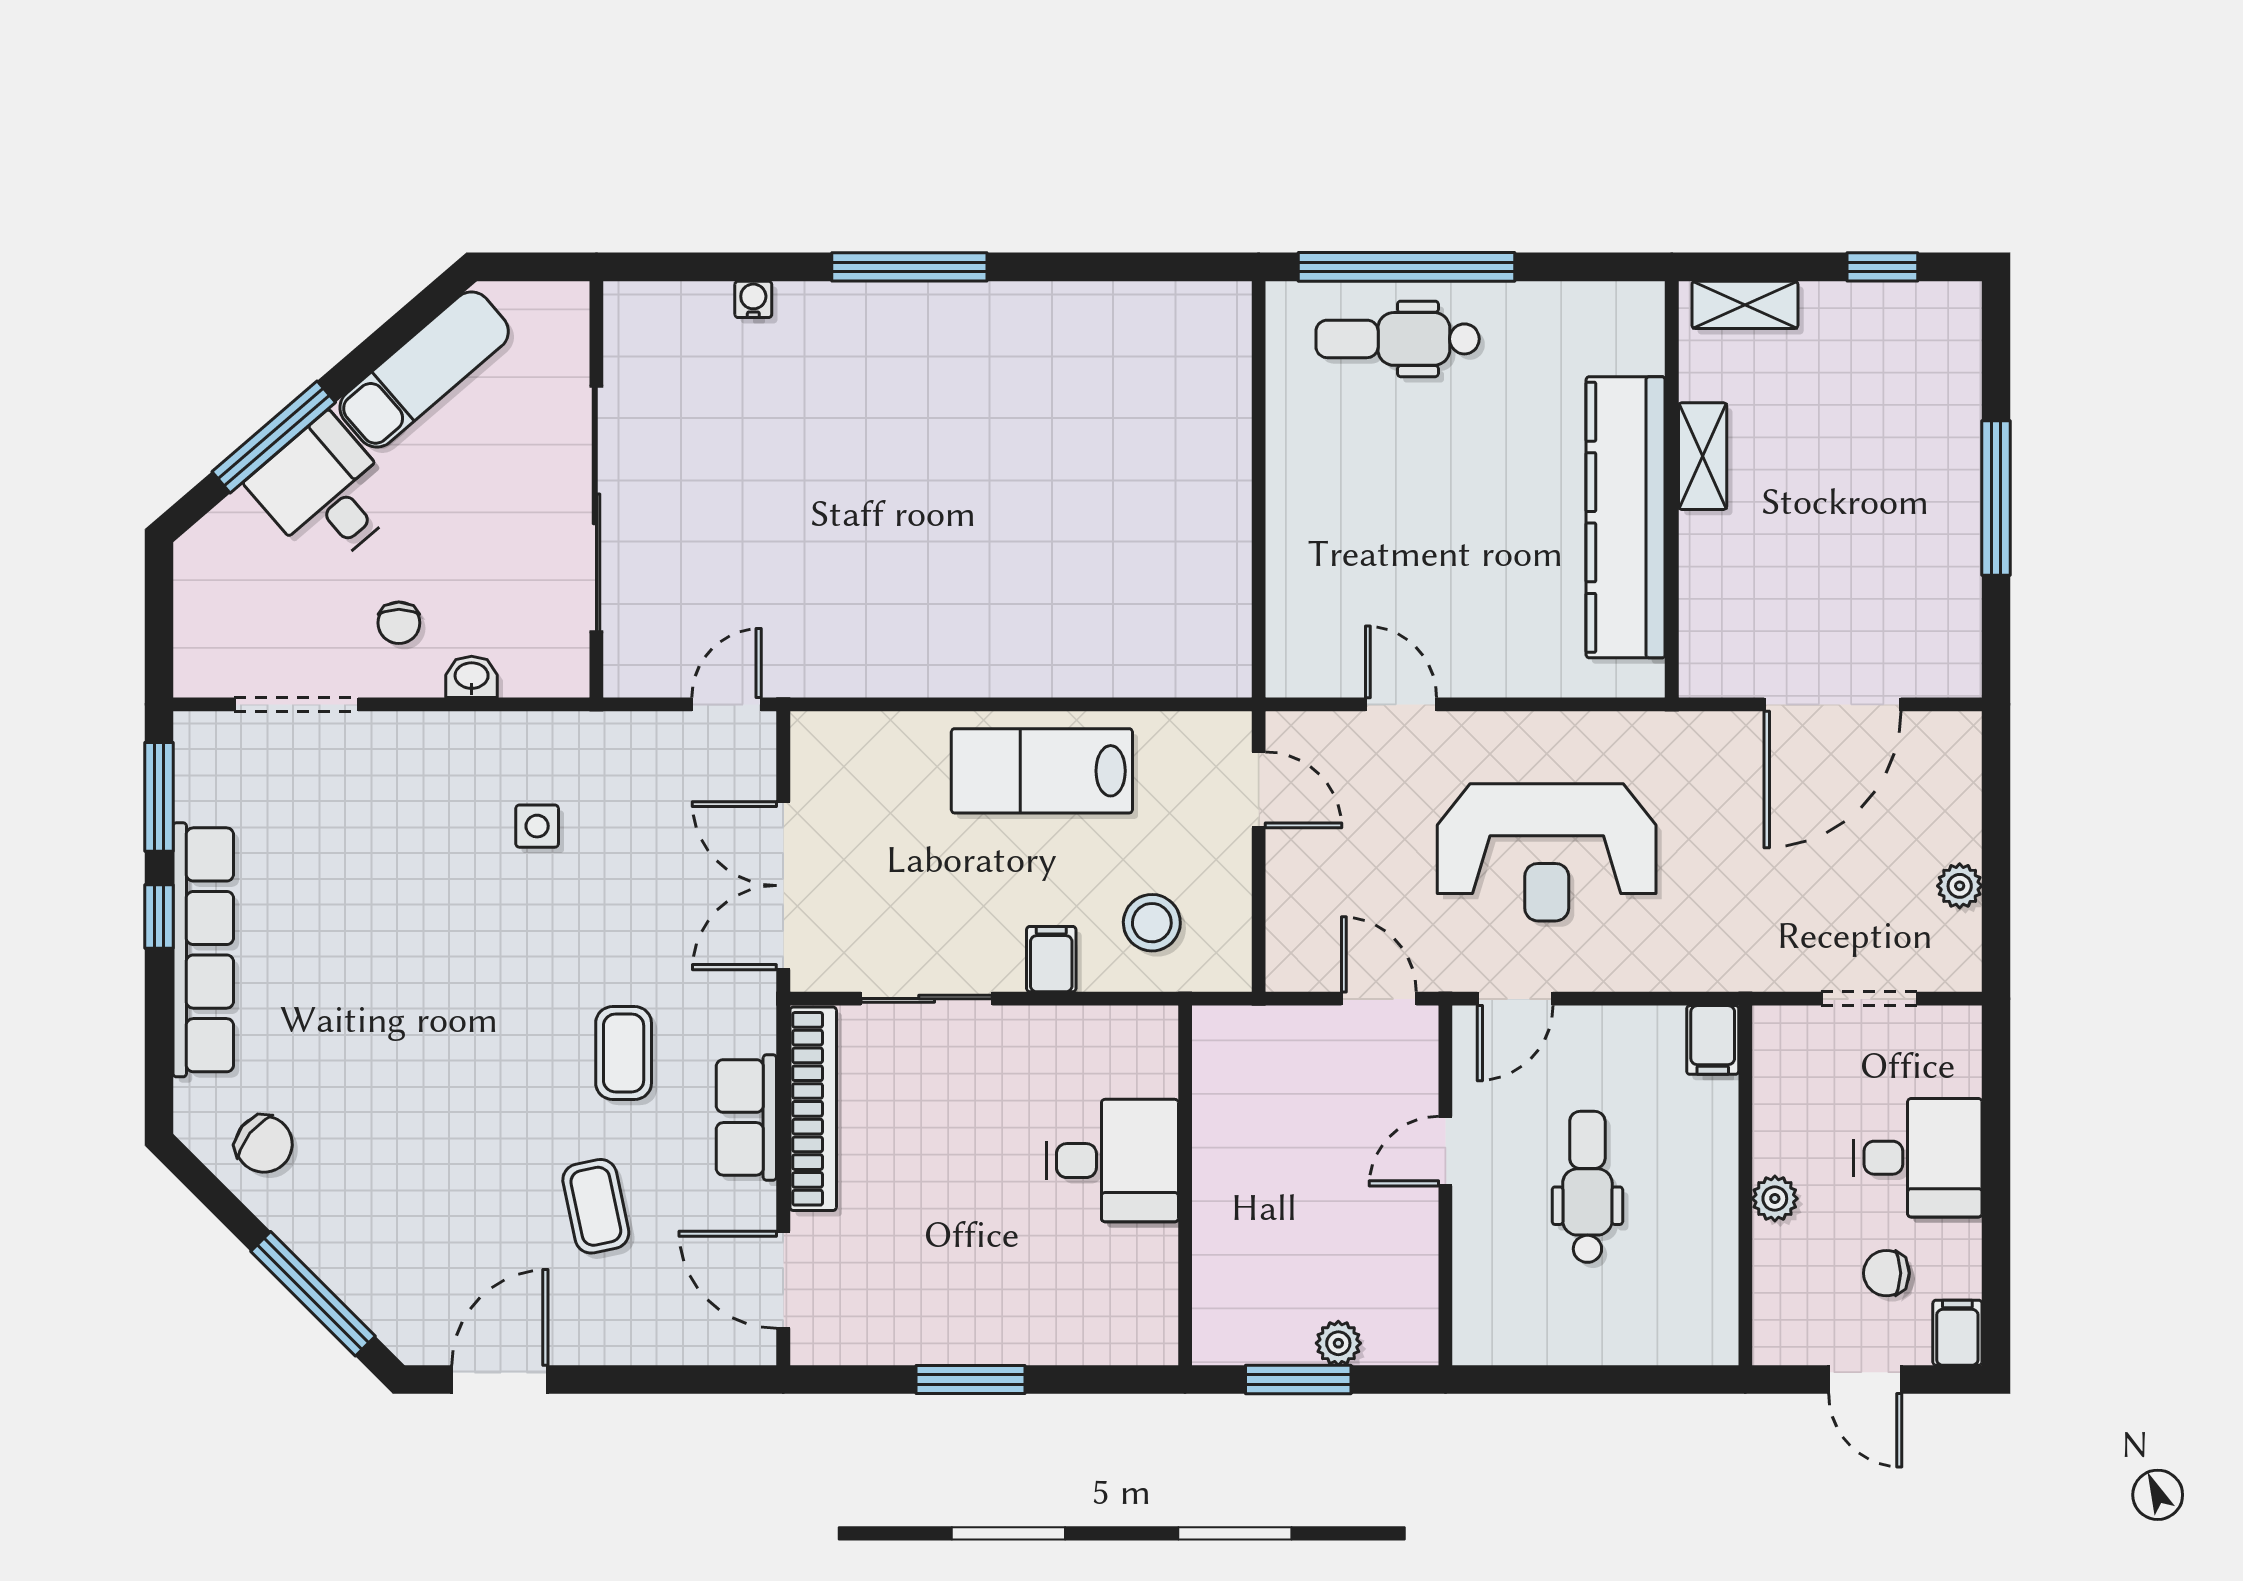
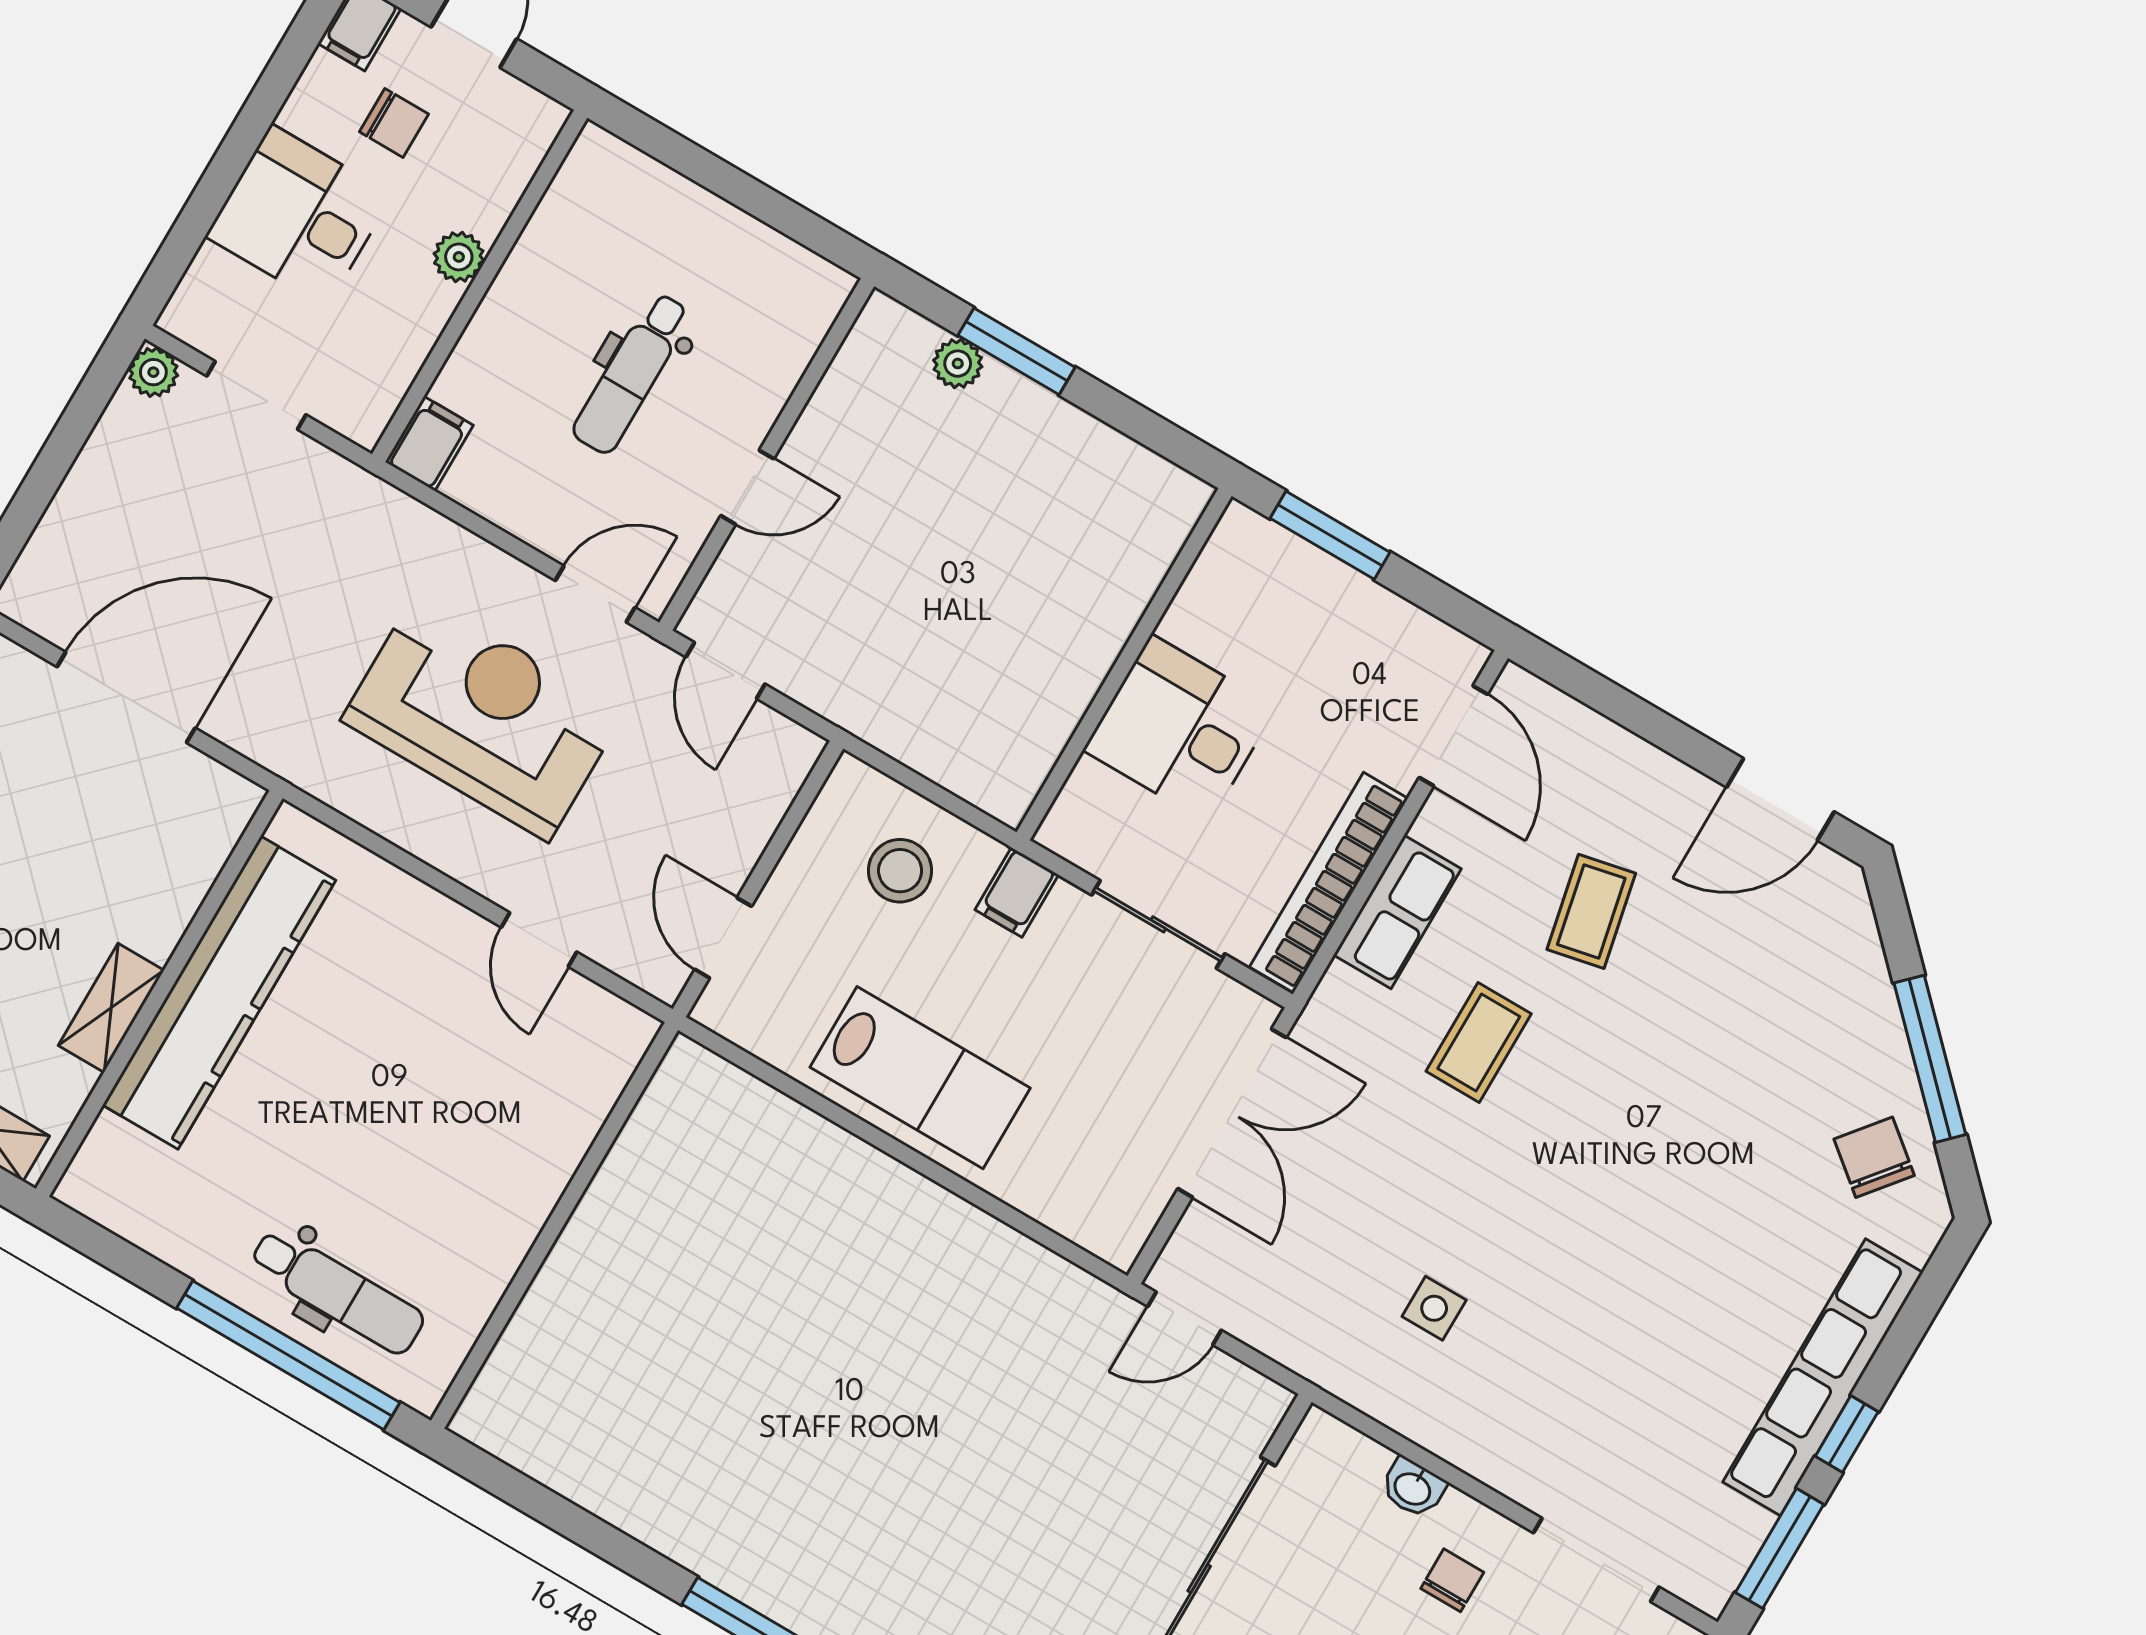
plant: (1960, 886) -> (153, 372), moved
desk: (1112, 1161) -> (1180, 729), moved
wall: (1185, 1185) -> (1124, 664), moved
window: (313, 1294) -> (1930, 1059), moved

